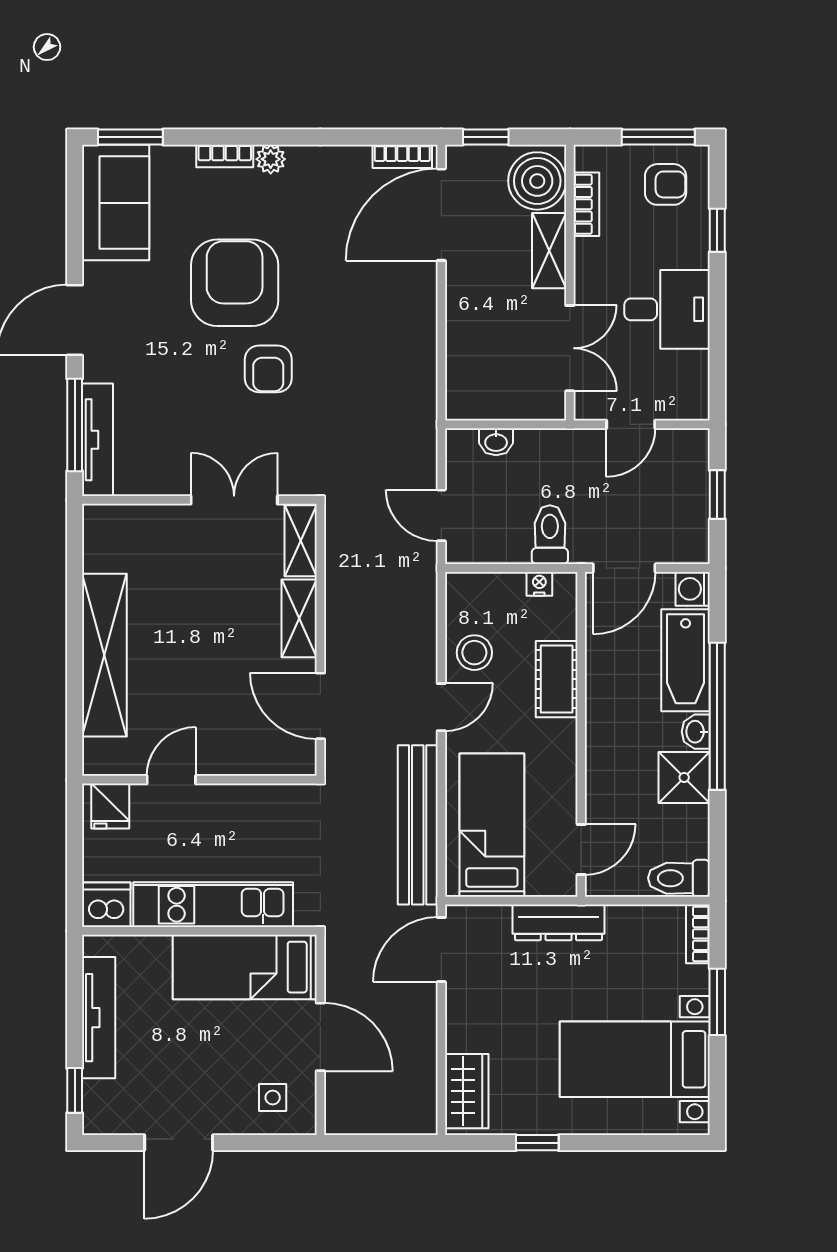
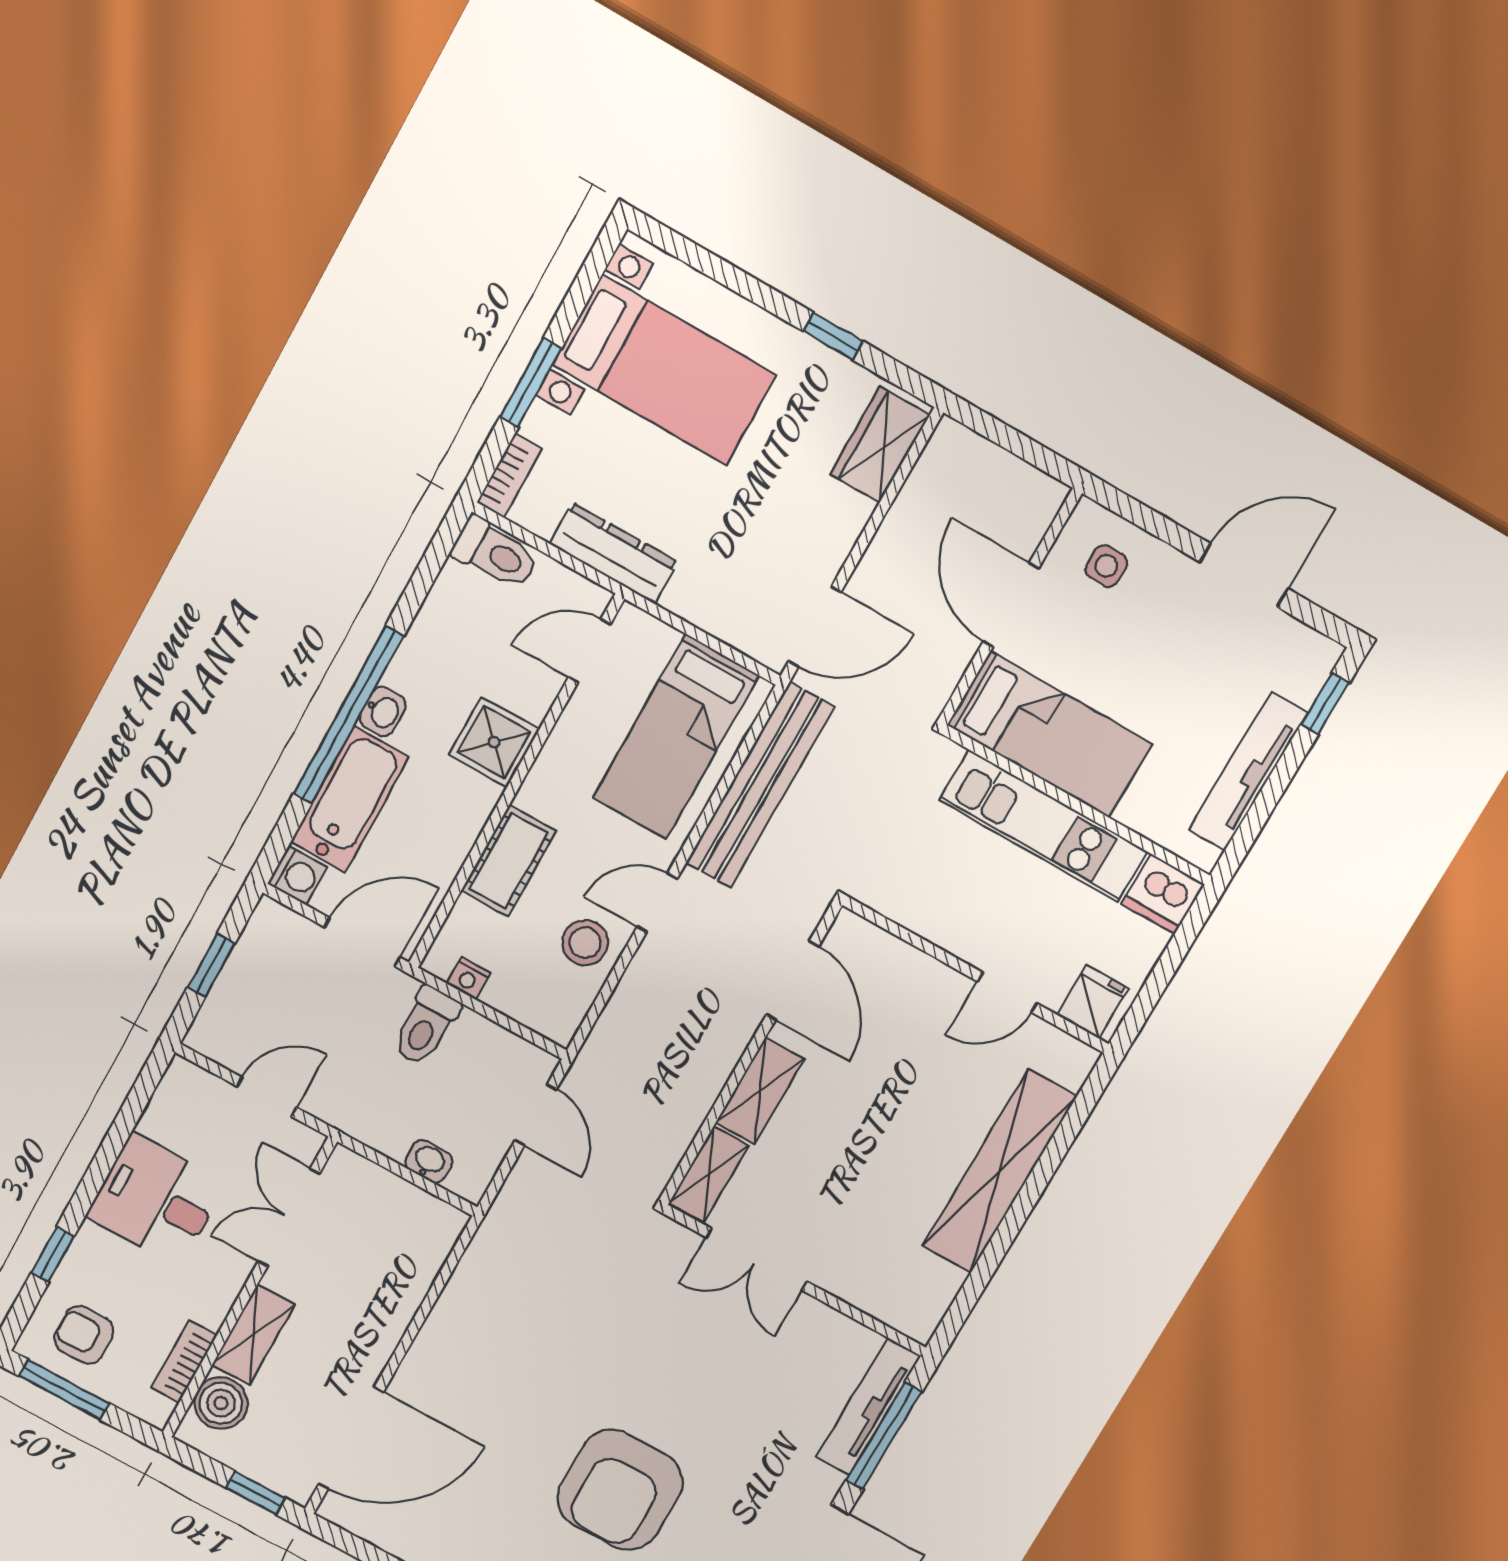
bookcase: (402, 156) -> (359, 1522), removed
boiler: (537, 181) -> (221, 1403), width x0.73, depth x0.73
armchair: (268, 369) -> (637, 1379), removed
shower: (684, 777) -> (494, 742), moved
dresser: (558, 922) -> (614, 553), moved

